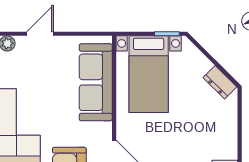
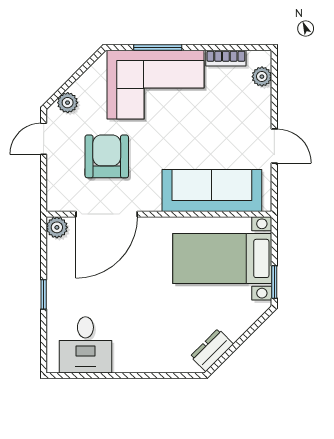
door: (40, 34) -> (274, 146), moved

